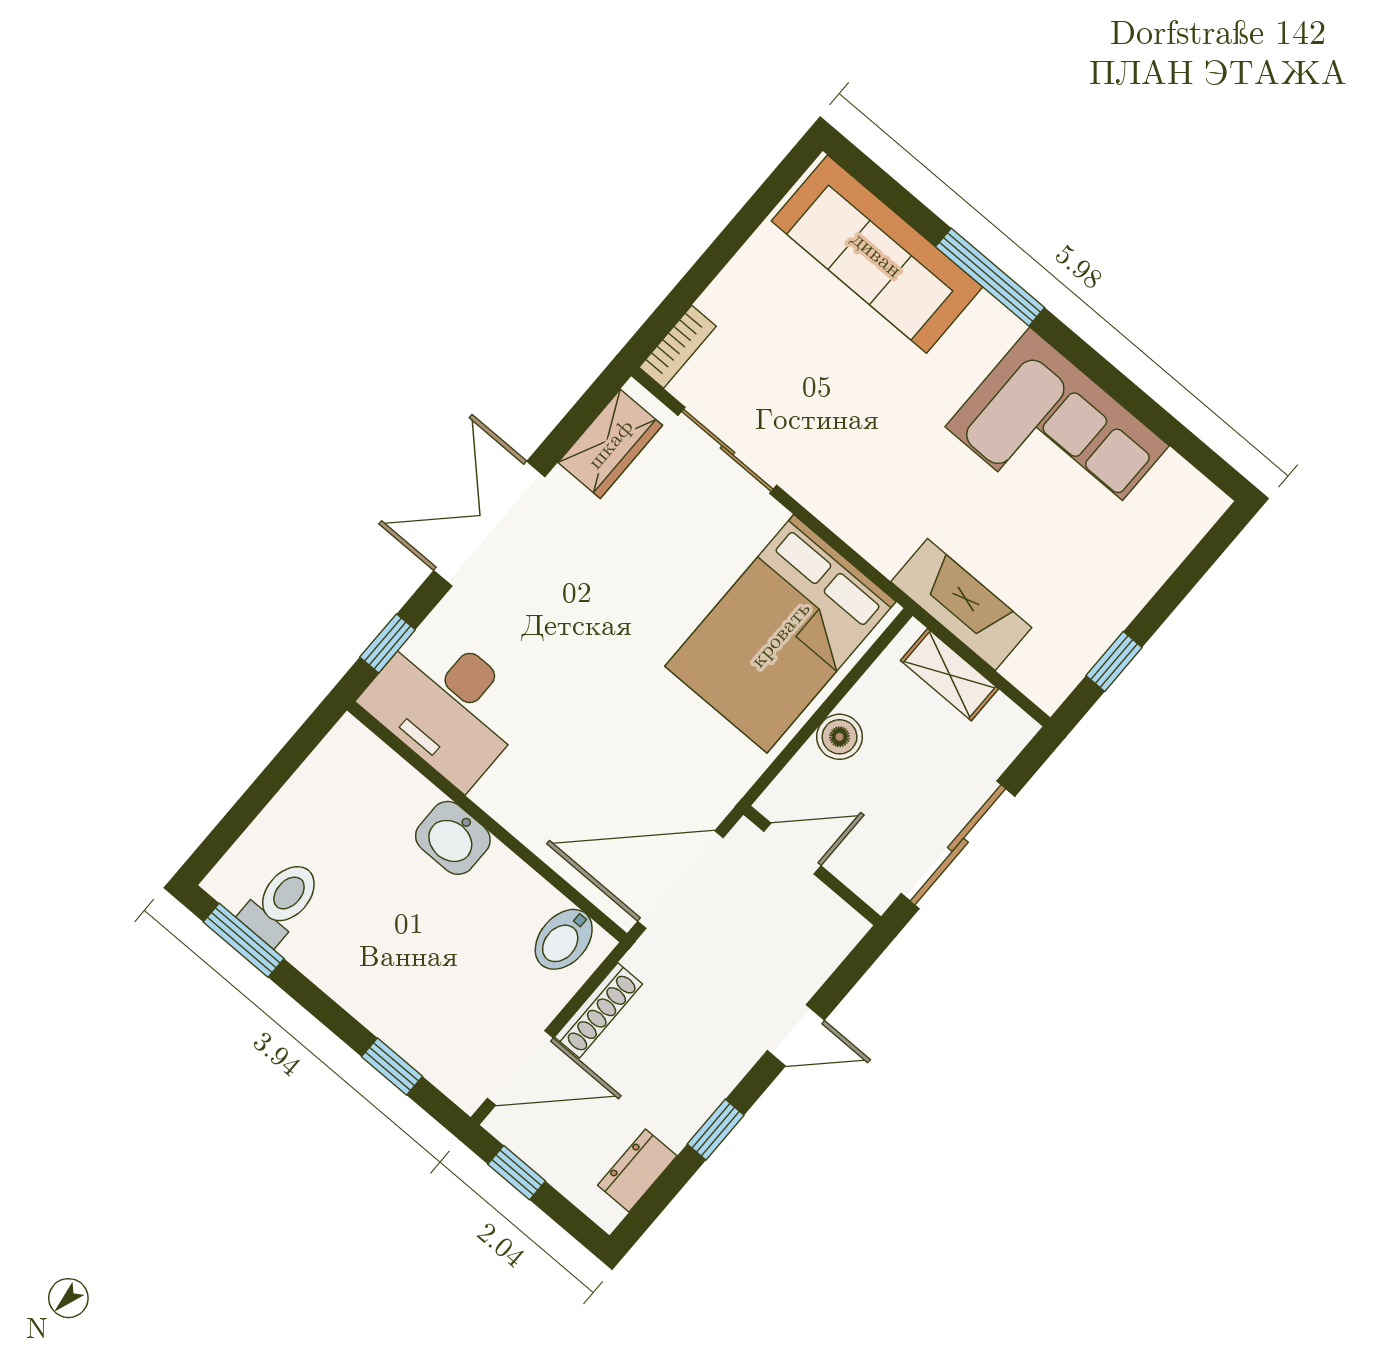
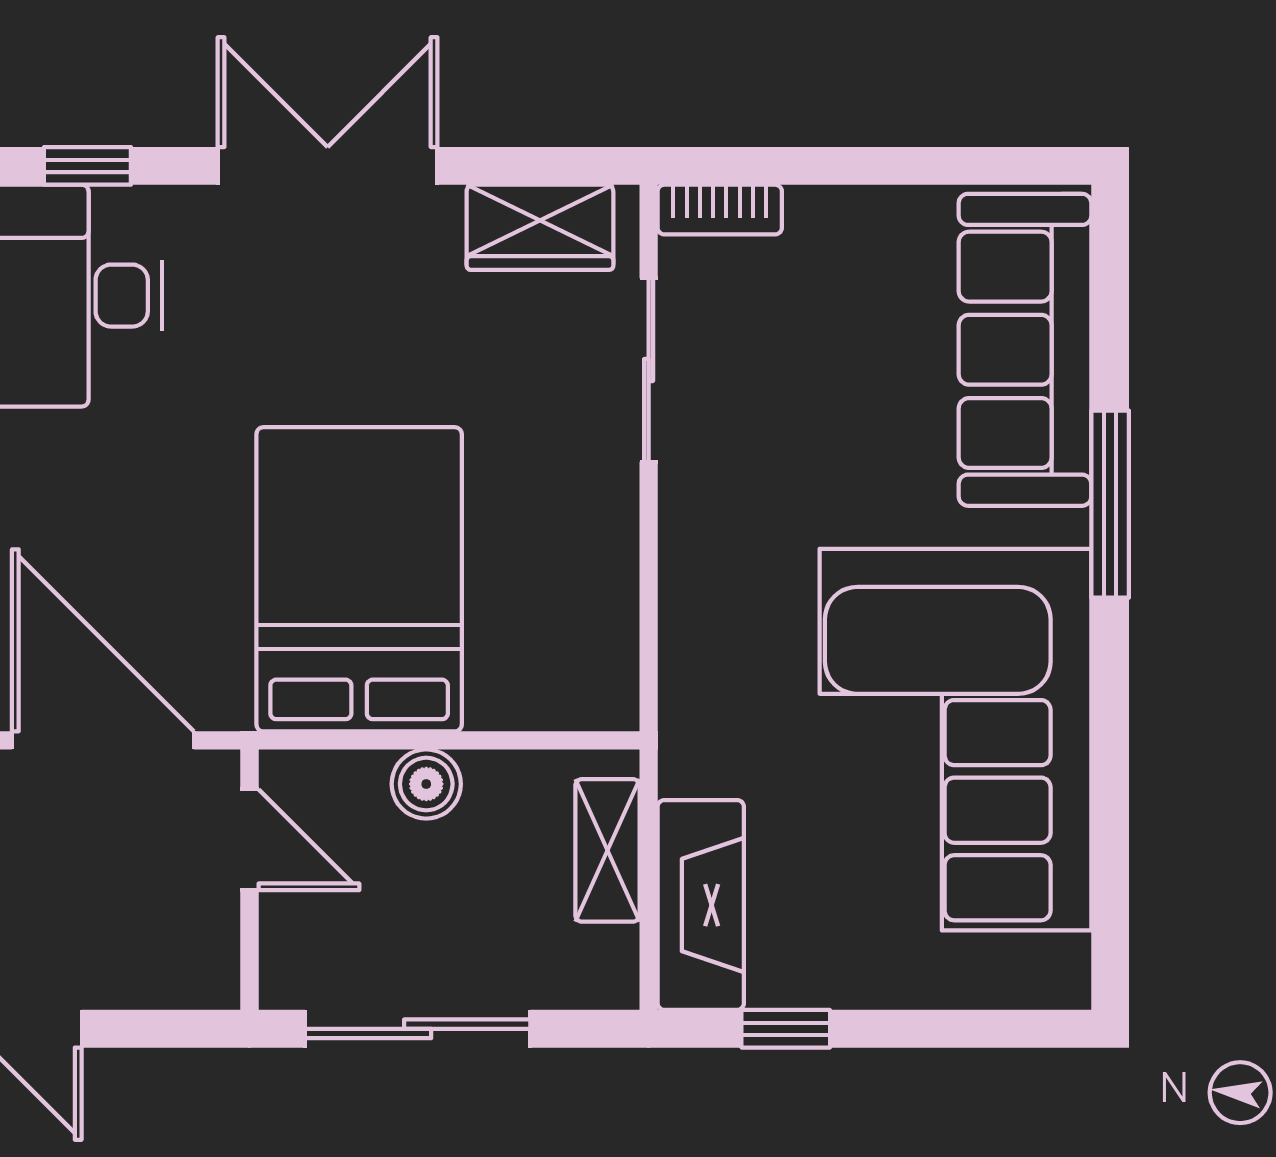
corner sofa: (1057, 436) -> (955, 740), width x1.36, depth x1.36
fireplace: (961, 605) -> (701, 905), moved
bed: (780, 634) -> (359, 579), moved, turned 90

